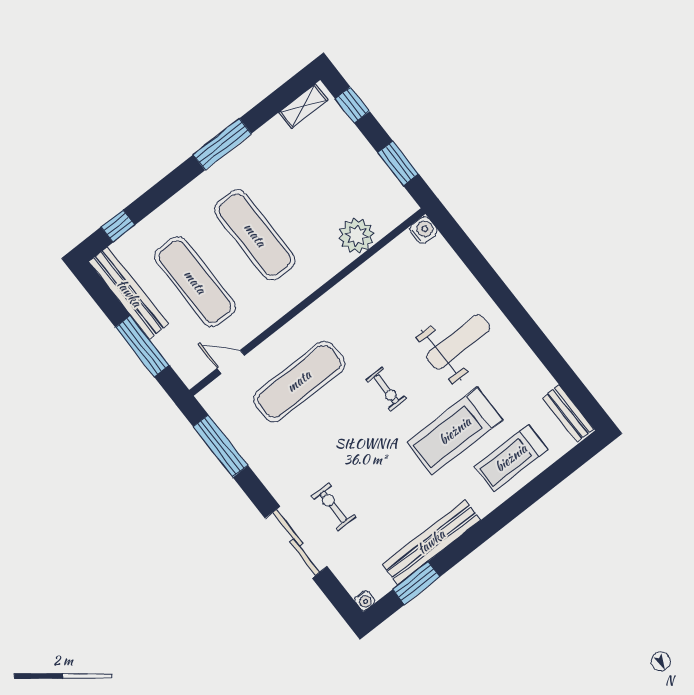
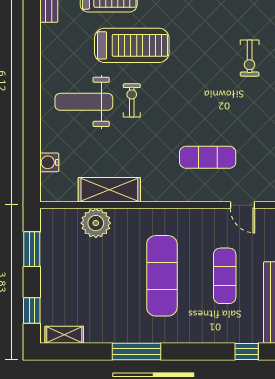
water cooler: (423, 230) -> (49, 162), moved
shelving: (369, 277) -> (109, 190), added
exercise mat: (195, 282) -> (225, 276), width x0.73, depth x0.69
exercise mat: (299, 381) -> (208, 157), width x0.73, depth x0.69
exercise bike: (386, 389) -> (132, 100), moved

